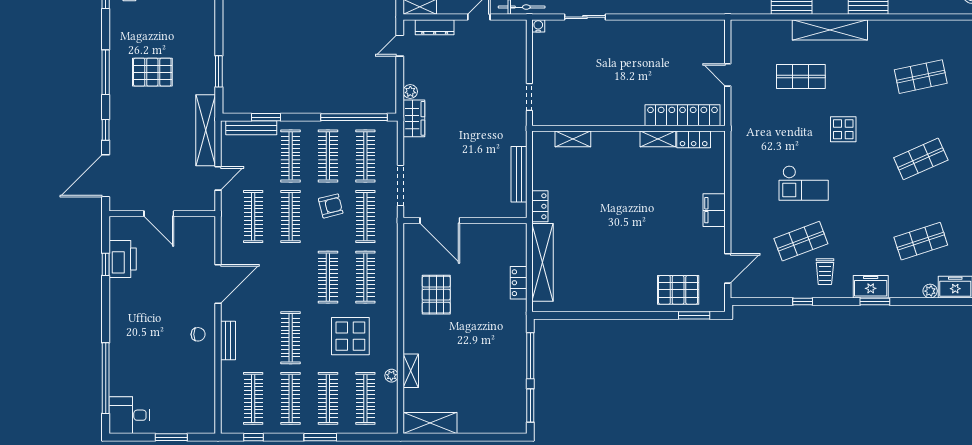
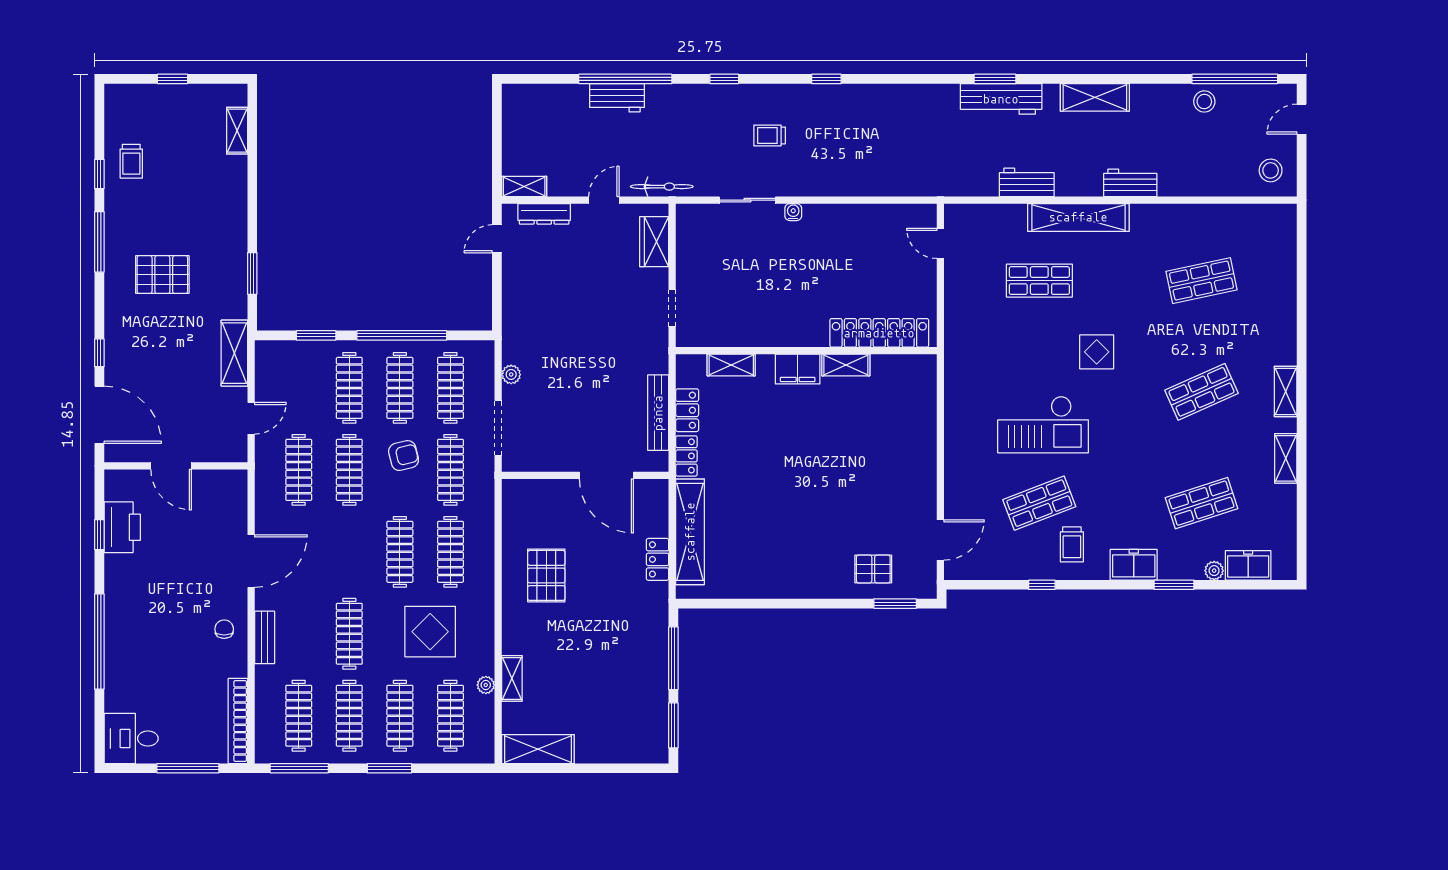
water cooler: (538, 26) -> (793, 212), moved
window: (106, 72) -> (99, 242), moved
door: (728, 75) -> (940, 243), moved
plant: (410, 92) -> (511, 374), moved
window: (354, 117) -> (402, 335), moved
wardrobe: (414, 118) -> (654, 242), moved, turned 180
bench: (251, 128) -> (296, 350), removed
shelving: (206, 130) -> (234, 353), width x0.68
locker: (694, 139) -> (687, 410), moved, turned -90
door: (106, 176) -> (99, 415), swing flipped
checkout: (804, 183) -> (1043, 425), width x1.36, depth x1.21
filing cabinet: (714, 210) -> (798, 369), moved, turned -90
door: (440, 221) -> (606, 475), moved
pallet: (678, 290) -> (873, 569), width x0.67, depth x0.71
window: (875, 302) -> (1174, 585), moved
chair: (198, 334) -> (224, 629), turned -90
window: (106, 378) -> (99, 642), moved
bookcase: (208, 402) -> (238, 721), added
window: (171, 437) -> (188, 768), width x1.44
window: (254, 437) -> (299, 768), width x2.17

